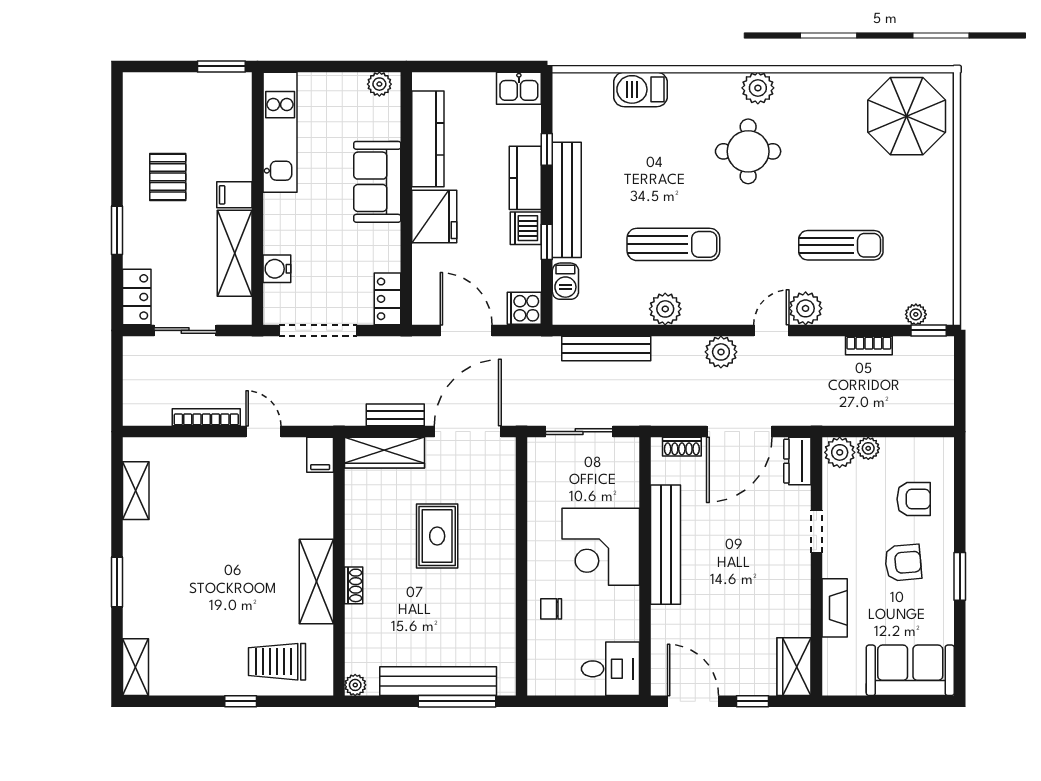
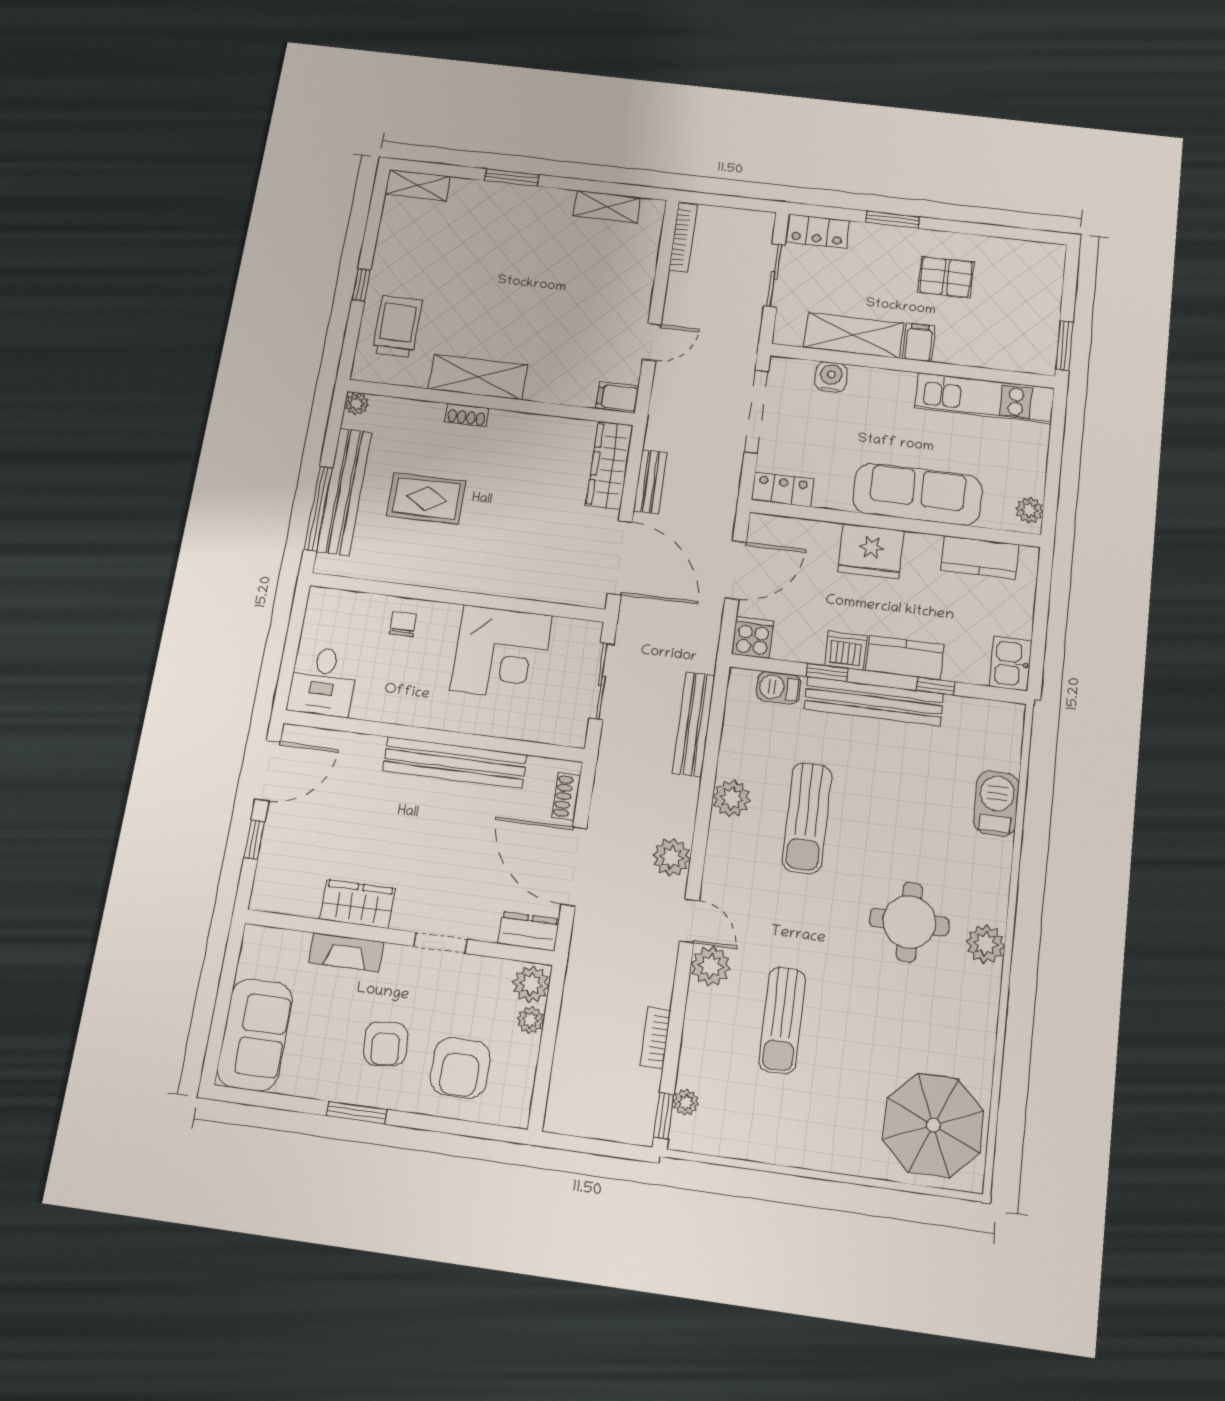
kitchen counter: (428, 139) -> (980, 557), width x0.67
sofa: (377, 182) -> (917, 494), width x1.36
bookcase: (206, 417) -> (683, 237), moved
armchair: (914, 499) -> (460, 1068), width x1.38, depth x1.38
rug: (437, 536) -> (426, 498), moved
corner desk: (601, 547) -> (501, 653), moved, turned 180
wardrobe: (794, 667) -> (358, 904), moved

